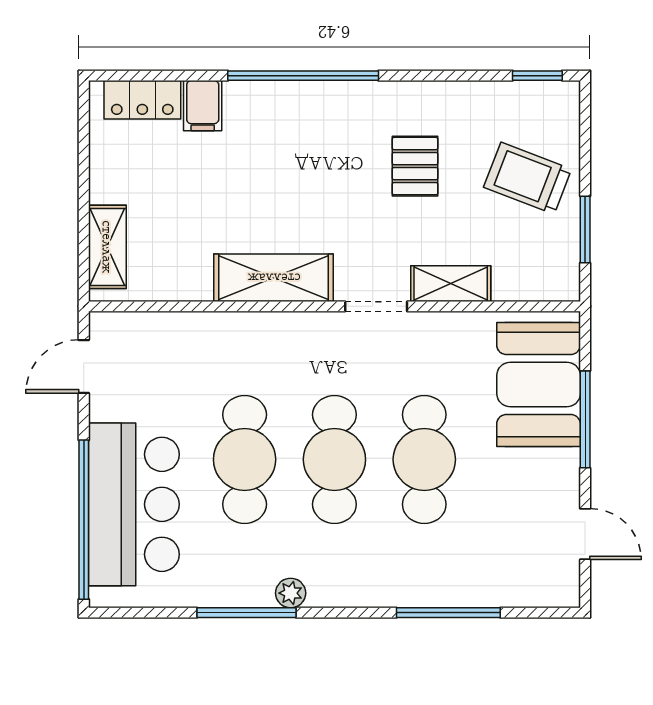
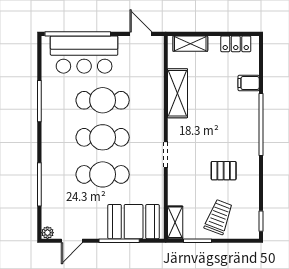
locker: (142, 100) -> (236, 44), moved, turned -90
shelving: (274, 278) -> (178, 93), moved
shelving: (451, 284) -> (175, 222), moved
plant: (291, 593) -> (47, 233), moved

